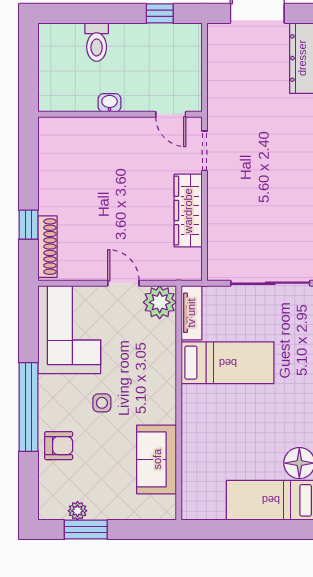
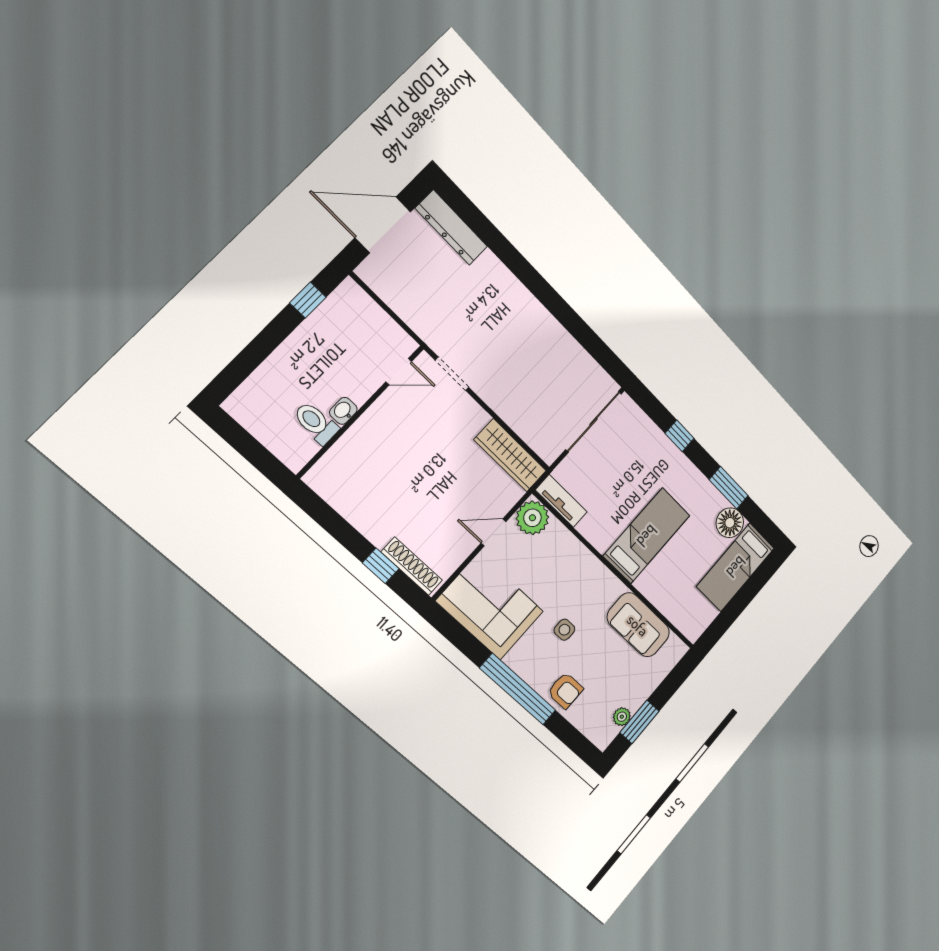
toilet: (97, 42) -> (316, 423), moved, turned 180
wardrobe: (188, 211) -> (510, 455), moved
bed: (228, 363) -> (647, 536), moved
armchair: (59, 446) -> (565, 690), turned 90

